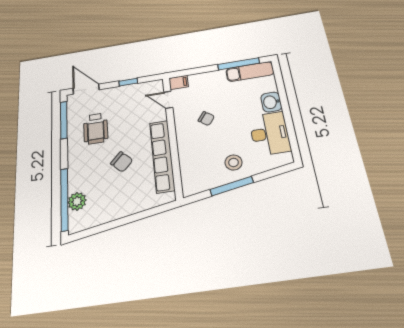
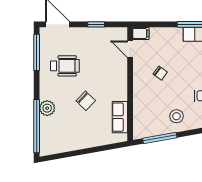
wheelchair: (96, 129) -> (65, 66), turned -90
row of seats: (162, 156) -> (120, 117), width x0.50
window: (232, 186) -> (160, 138), moved
plant: (77, 201) -> (47, 108), moved

